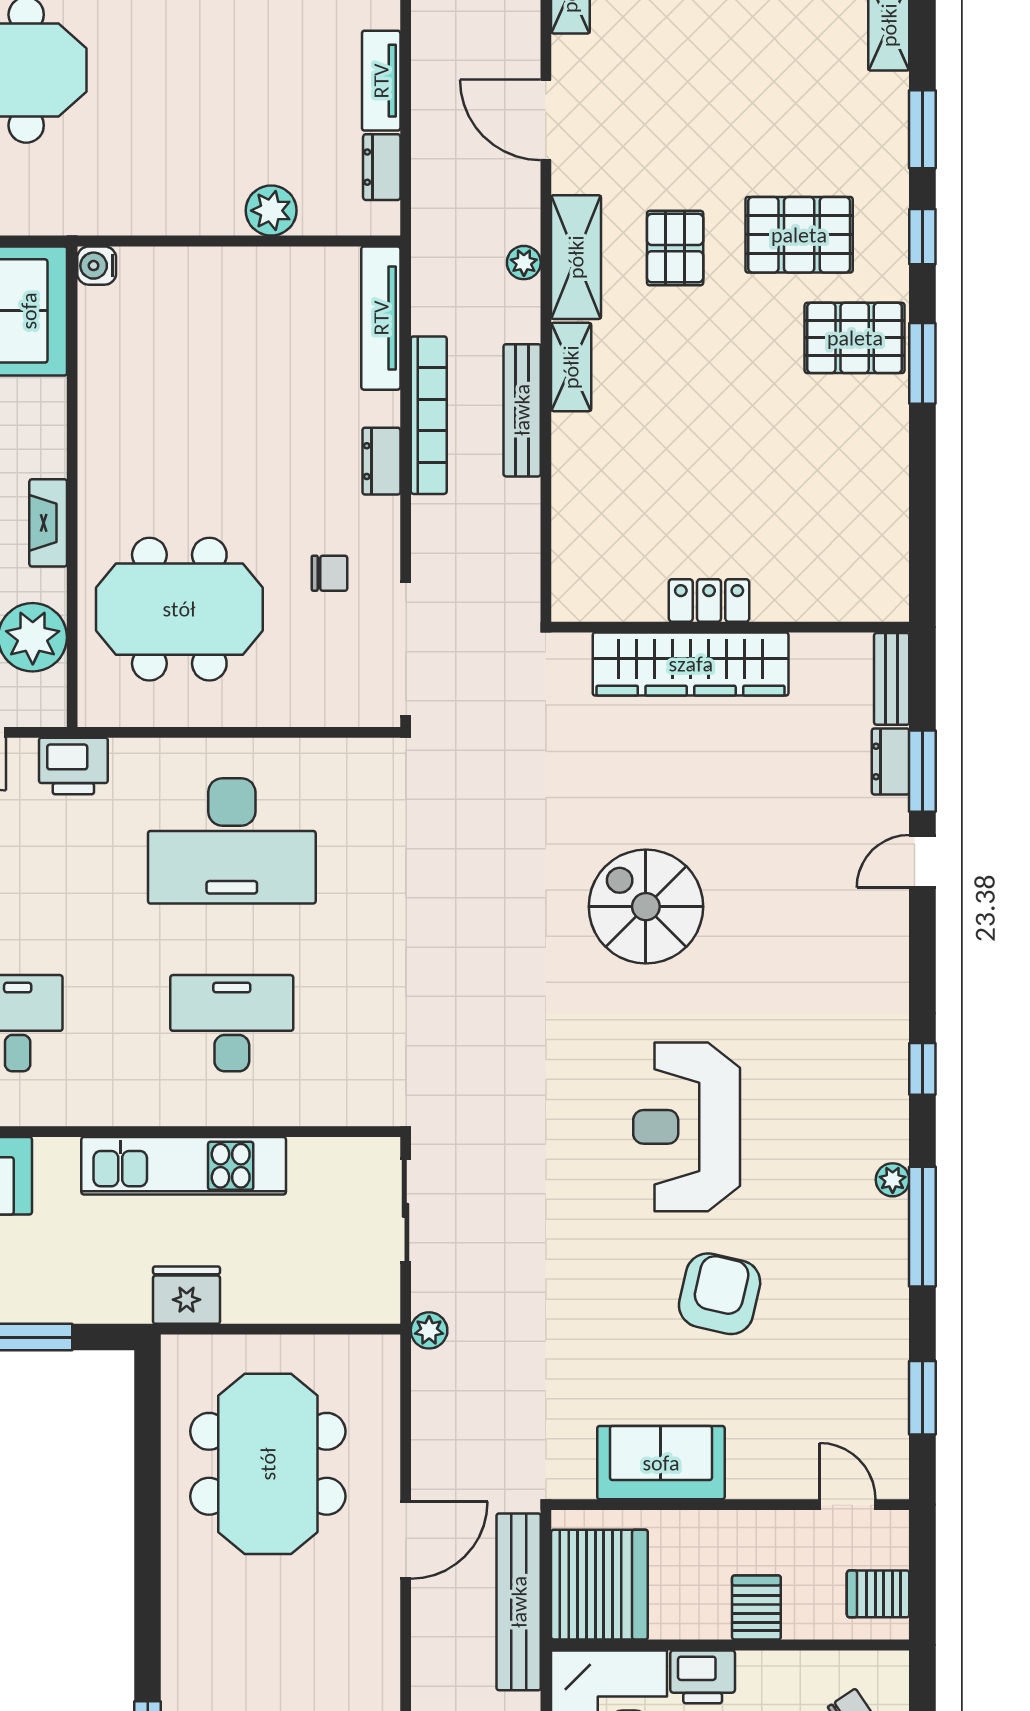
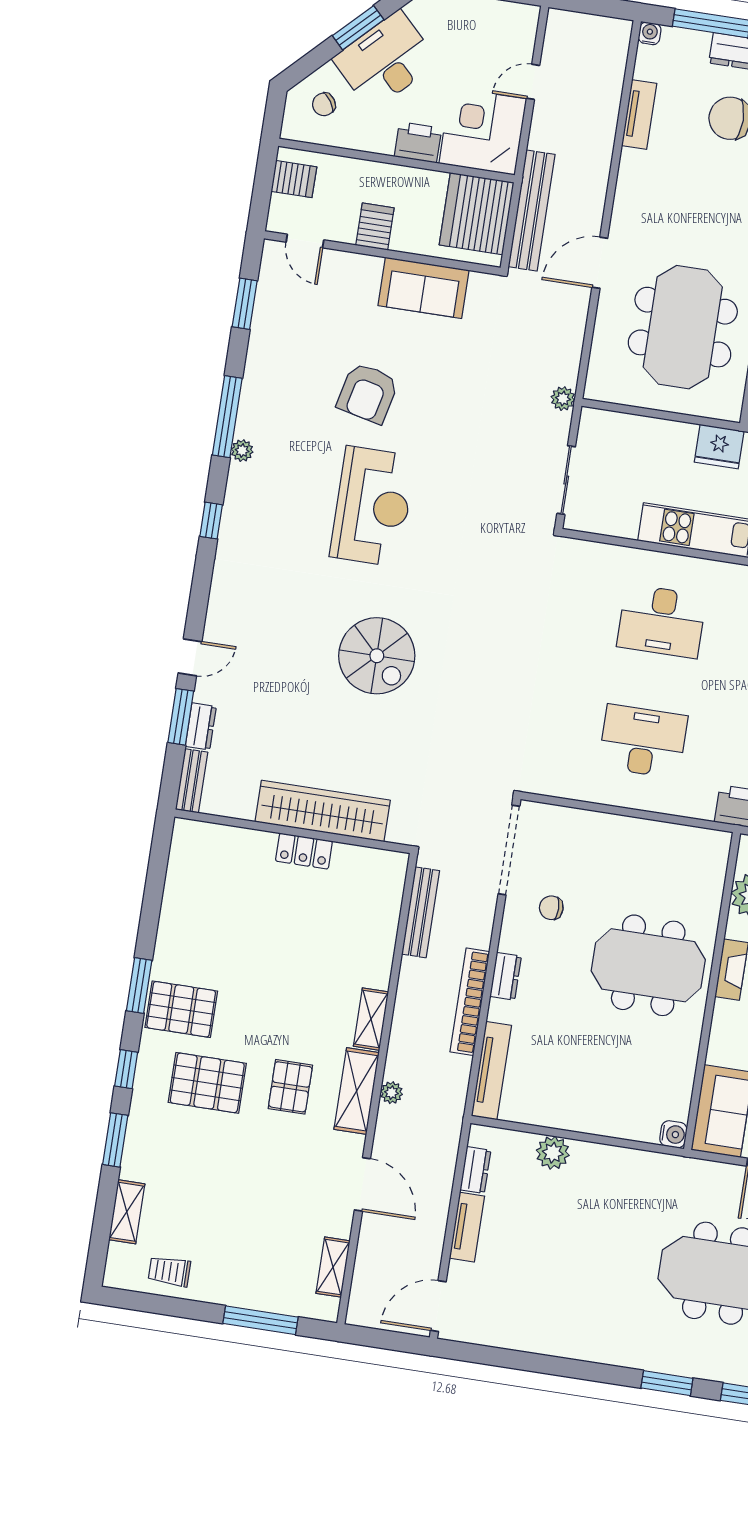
bench: (522, 410) -> (421, 912), moved
meeting table: (179, 609) -> (648, 965), moved
desk: (232, 841) -> (643, 741), width x0.73, depth x0.77
server rack: (756, 1608) -> (375, 227), moved, turned 180

